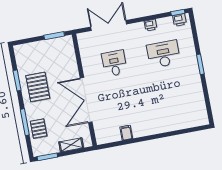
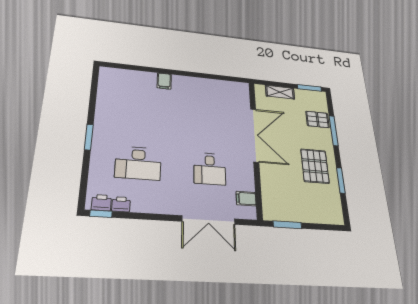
printer: (151, 25) -> (121, 204), moved
filing cabinet: (86, 47) -> (246, 199), added
pallet: (39, 129) -> (317, 119), turned 90
filing cabinet: (126, 133) -> (164, 81), moved

